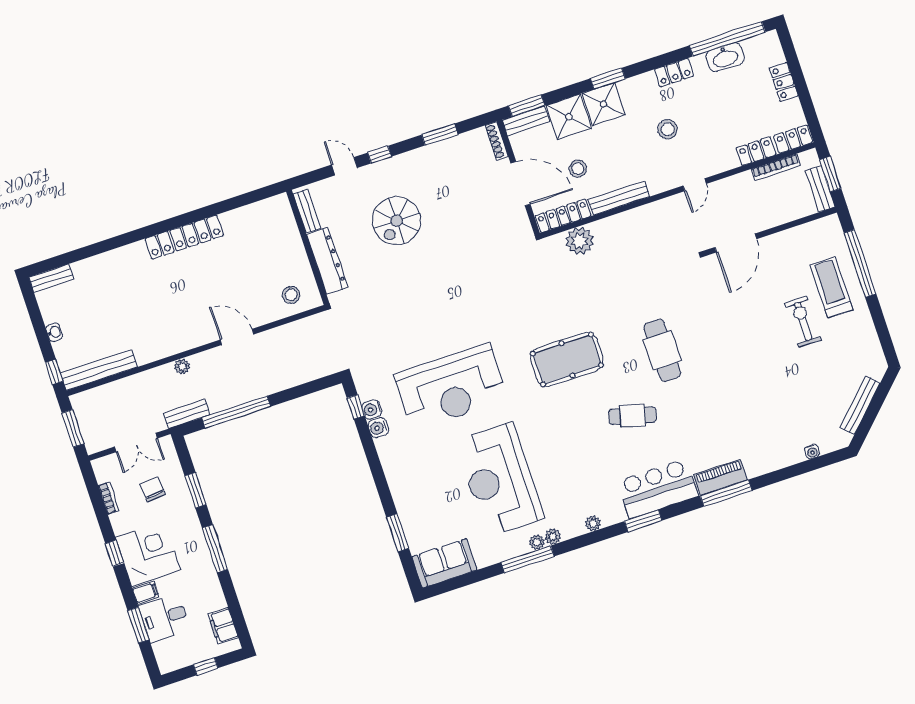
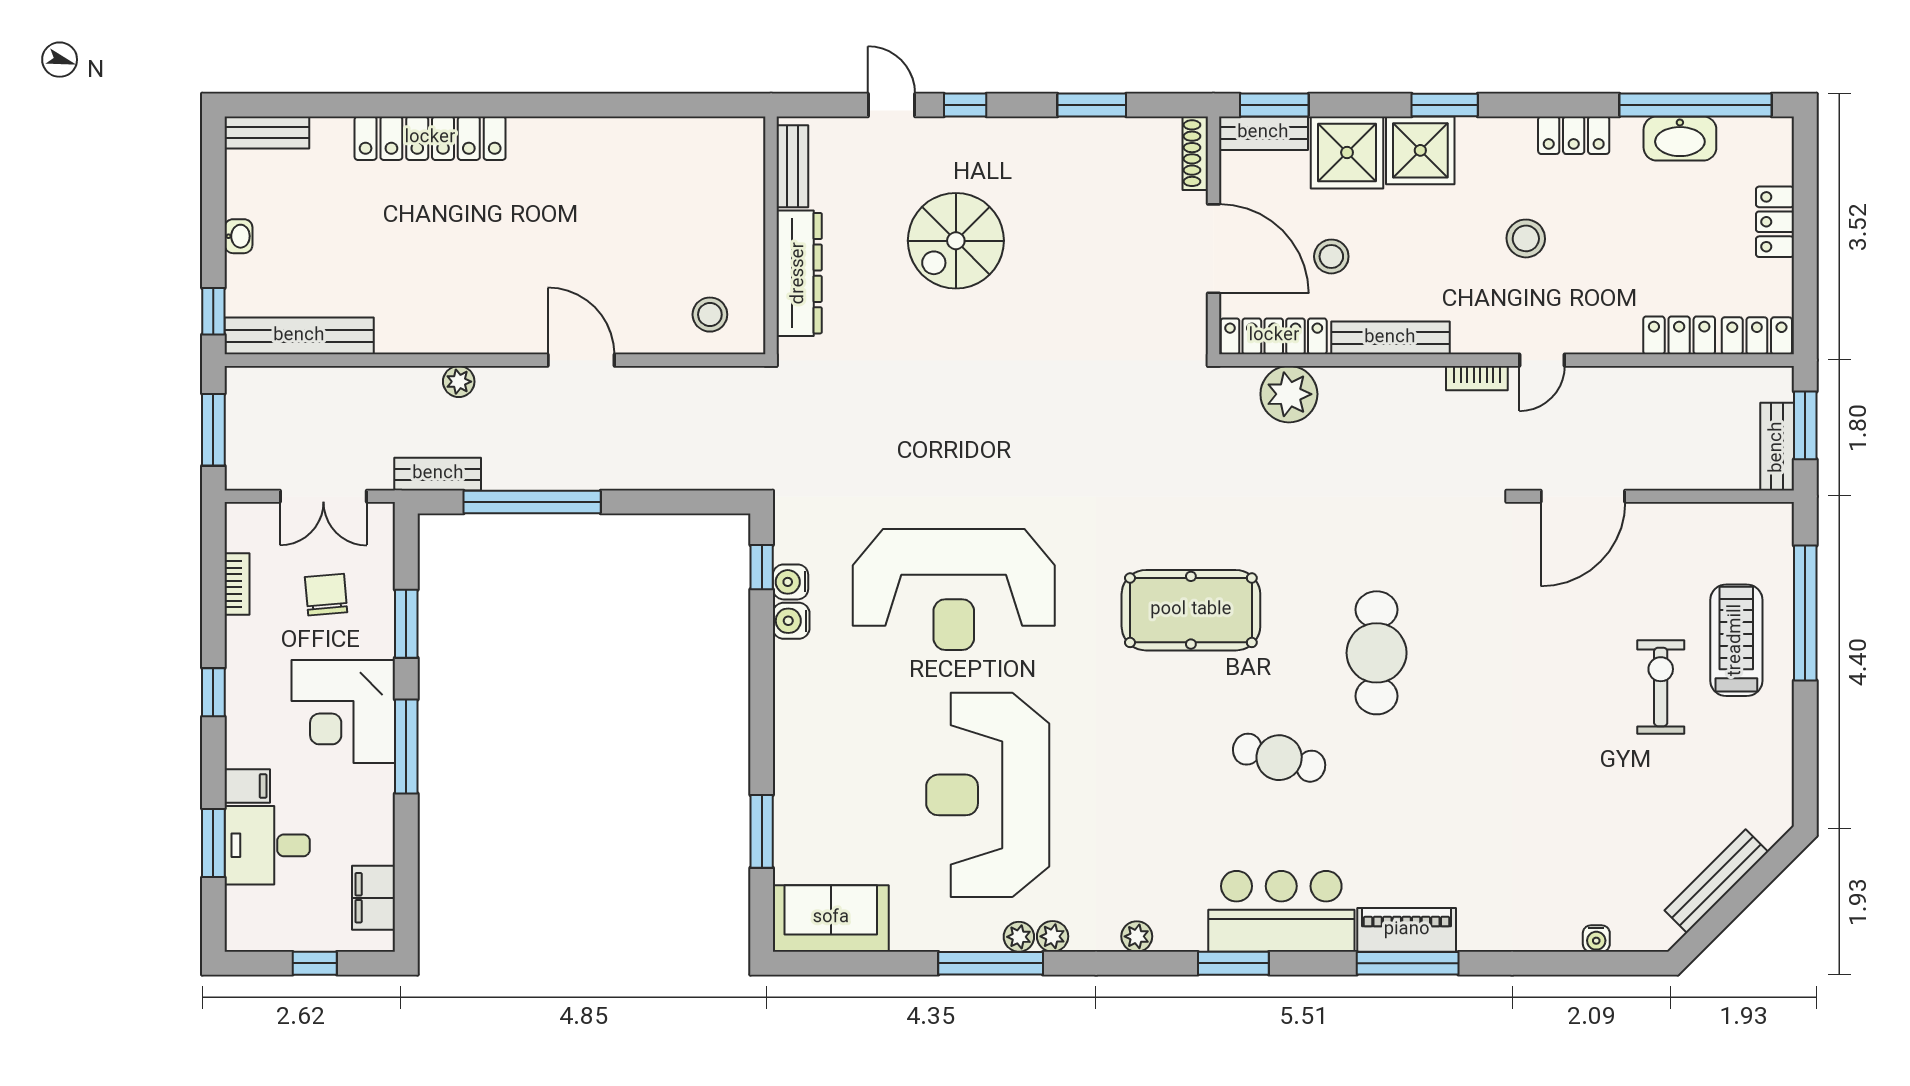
bookcase: (776, 167) -> (1477, 378), moved, width x0.64
locker: (184, 237) -> (430, 138), moved
corner desk: (148, 554) -> (343, 711), moved, turned 180

